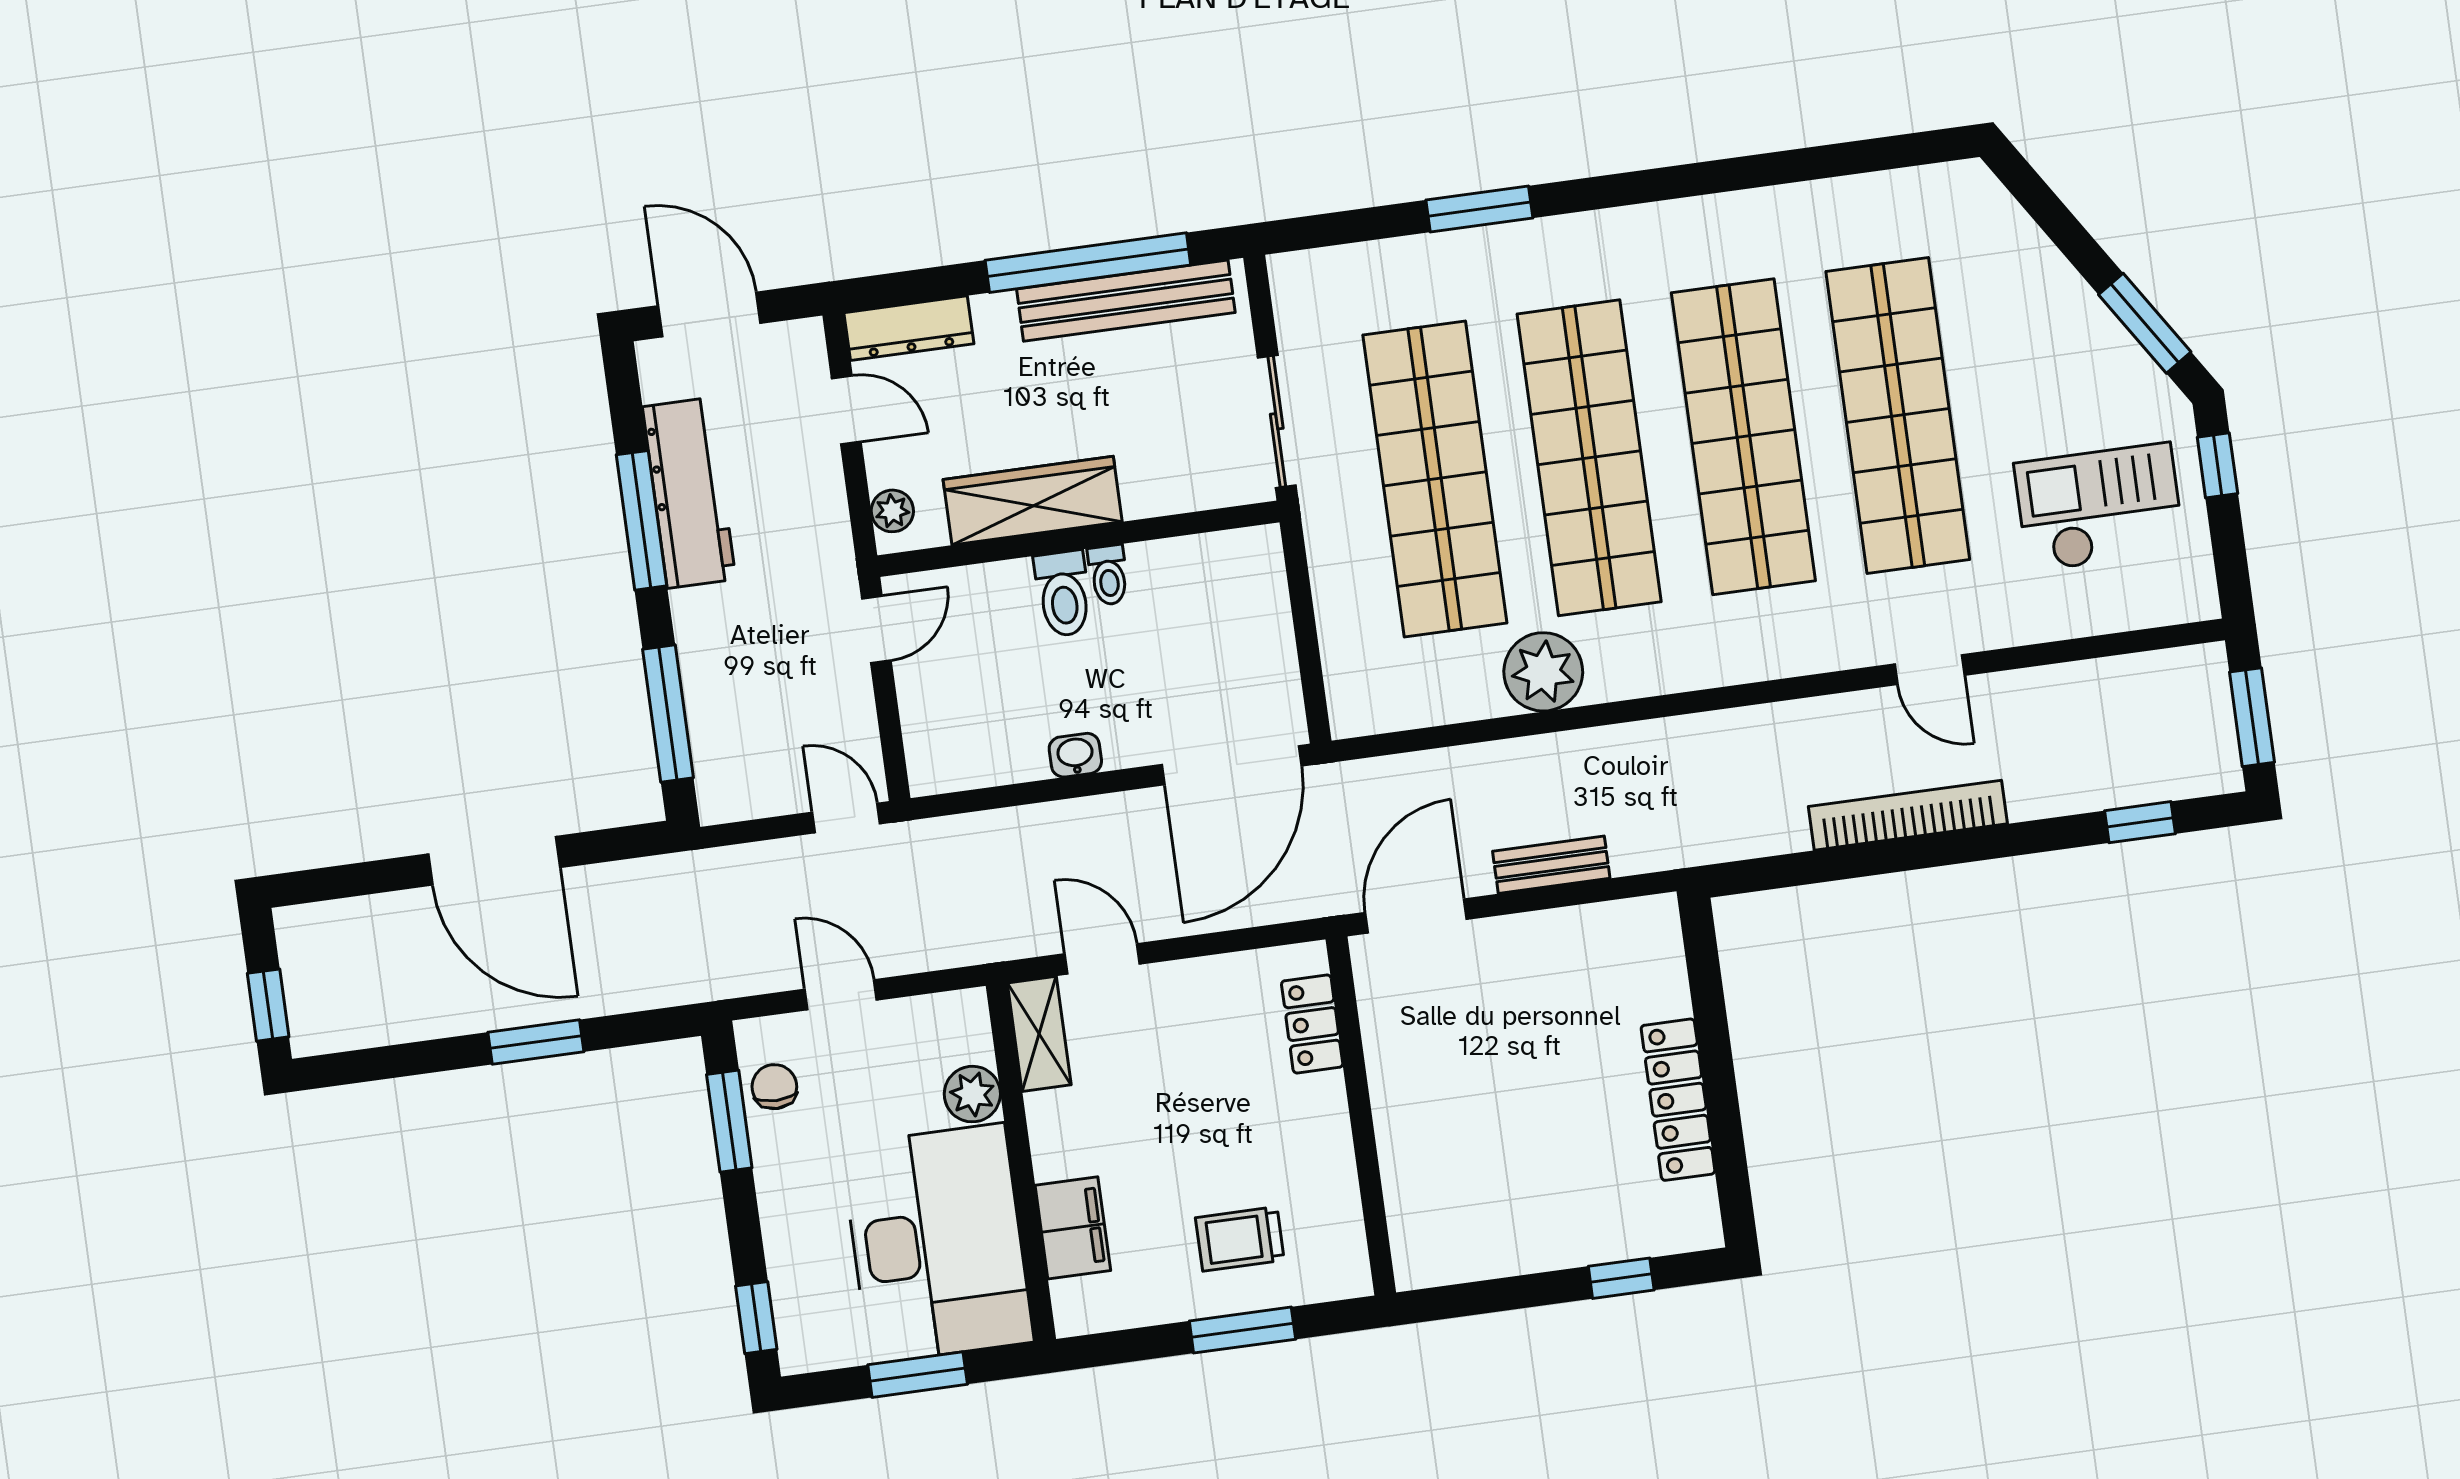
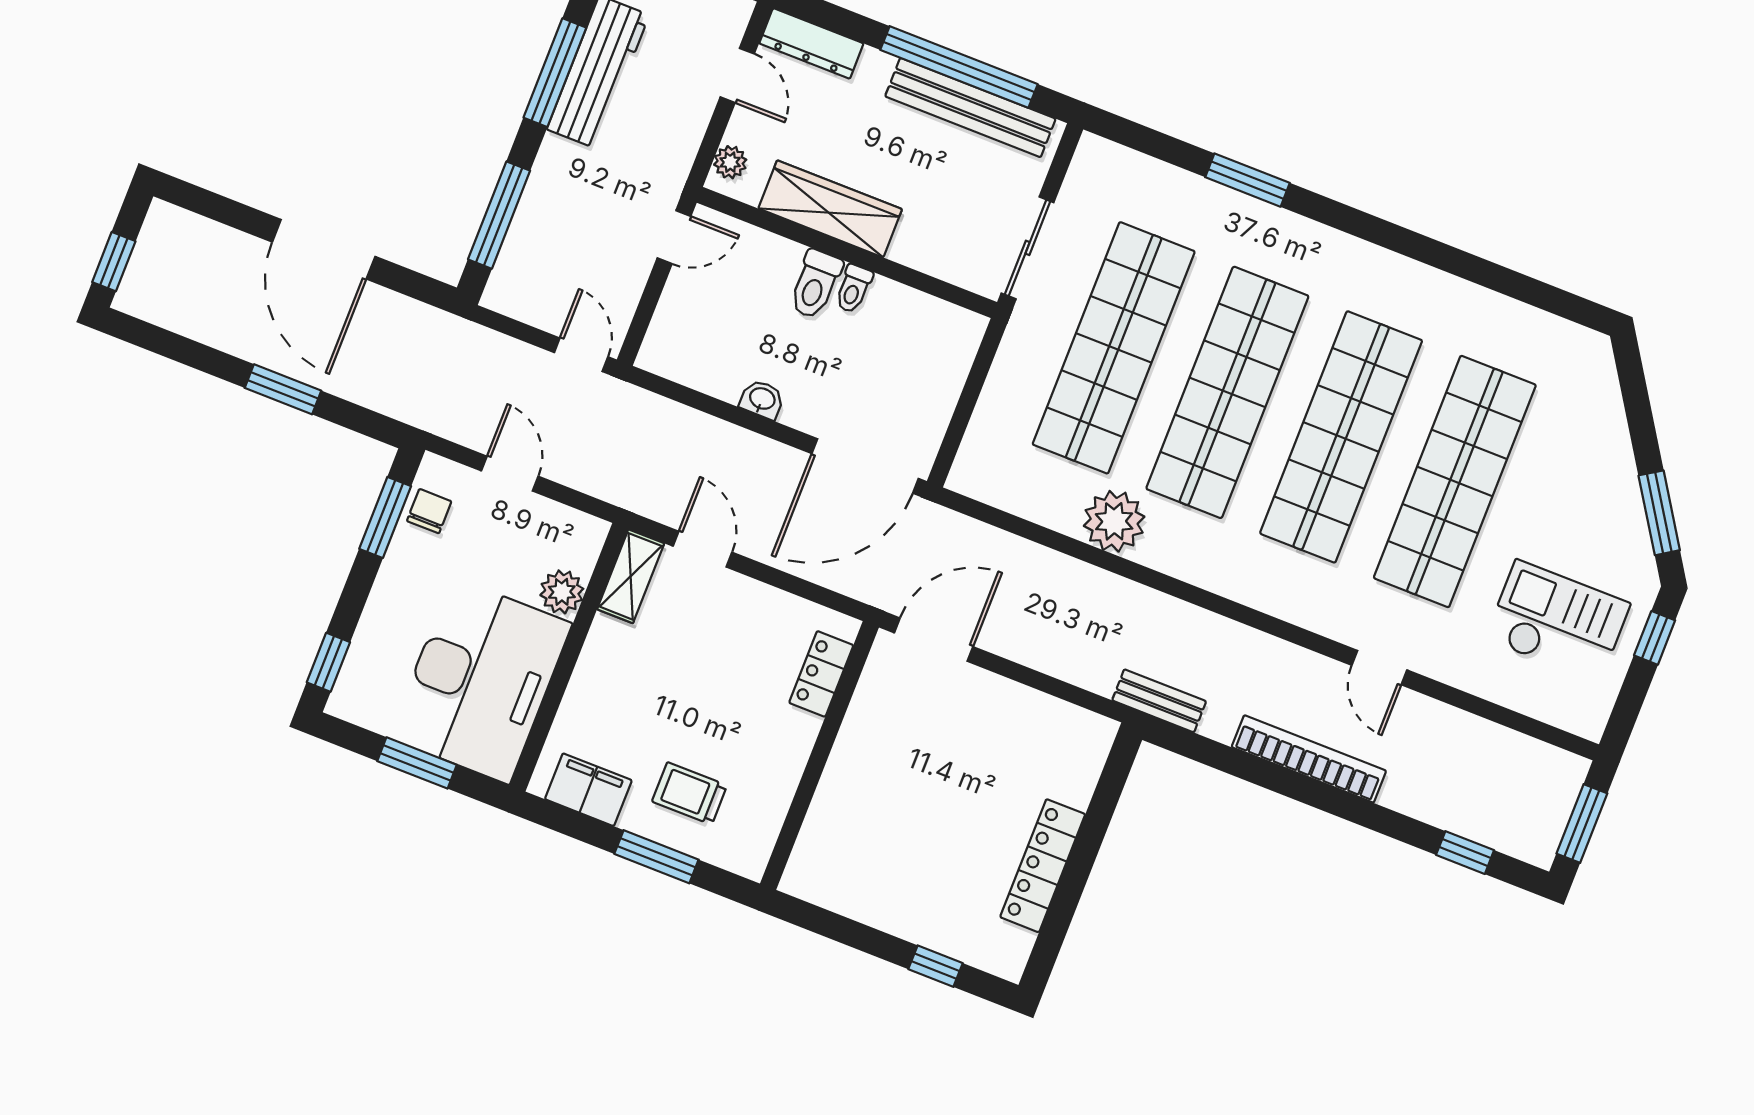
bench: (1551, 865) -> (1159, 701), moved
filing cabinet: (1073, 1228) -> (588, 790), moved, turned -90

